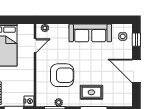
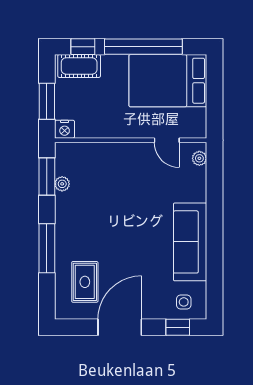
armchair: (62, 75) -> (112, 190), removed
rug: (91, 92) -> (85, 282), moved

